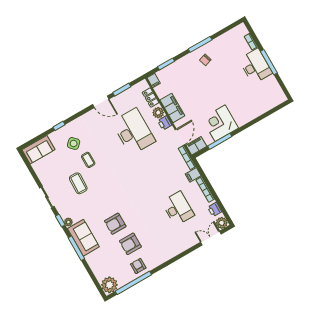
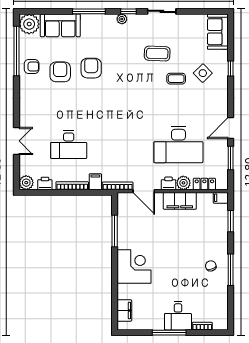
desk: (255, 66) -> (178, 316), width x0.73
corner desk: (220, 123) -> (134, 267), moved
filing cabinet: (196, 146) -> (124, 311), moved
sofa: (83, 238) -> (60, 25), moved
double door: (211, 238) -> (16, 141), moved

